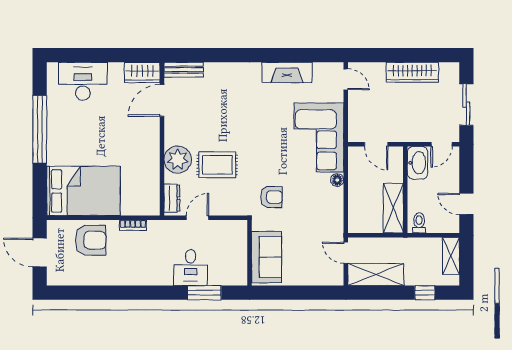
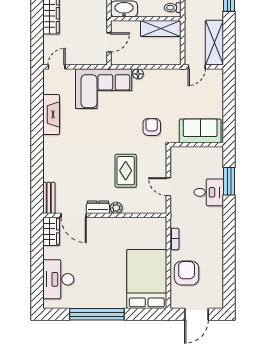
plant: (178, 160) -> (116, 208), width x0.53, depth x0.53
dresser: (172, 198) -> (98, 207), moved

